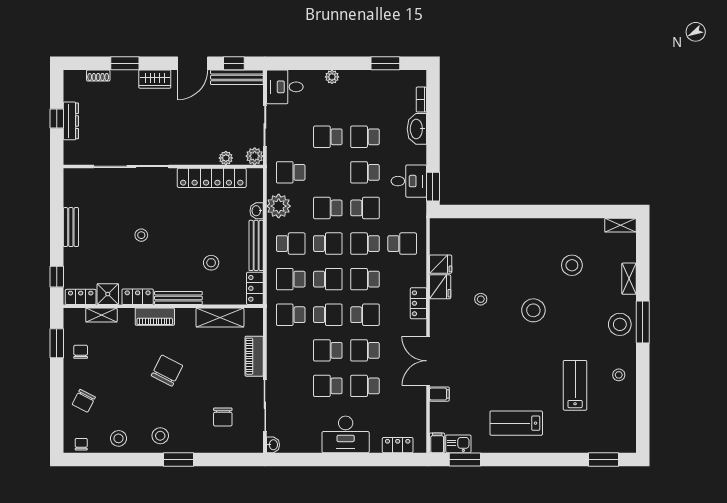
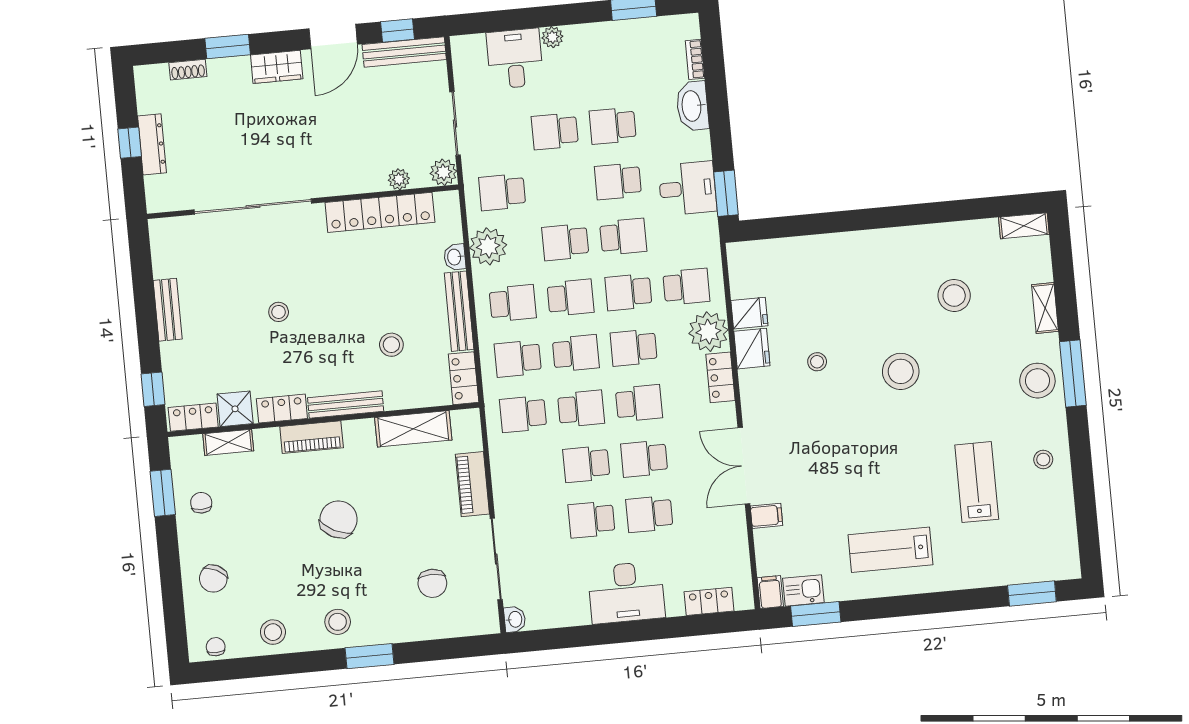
desk: (285, 87) -> (515, 59), moved, turned 90
plant: (414, 273) -> (708, 332), added

